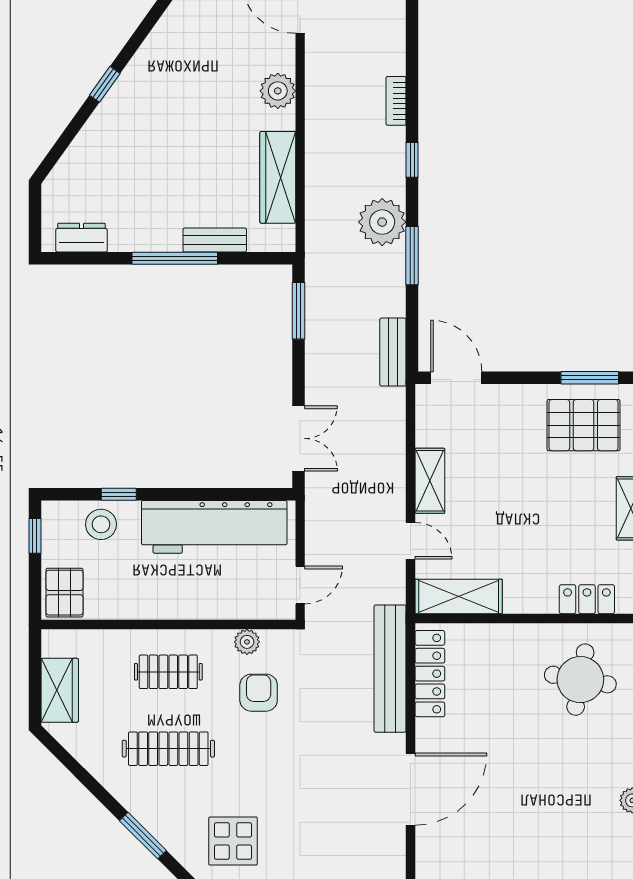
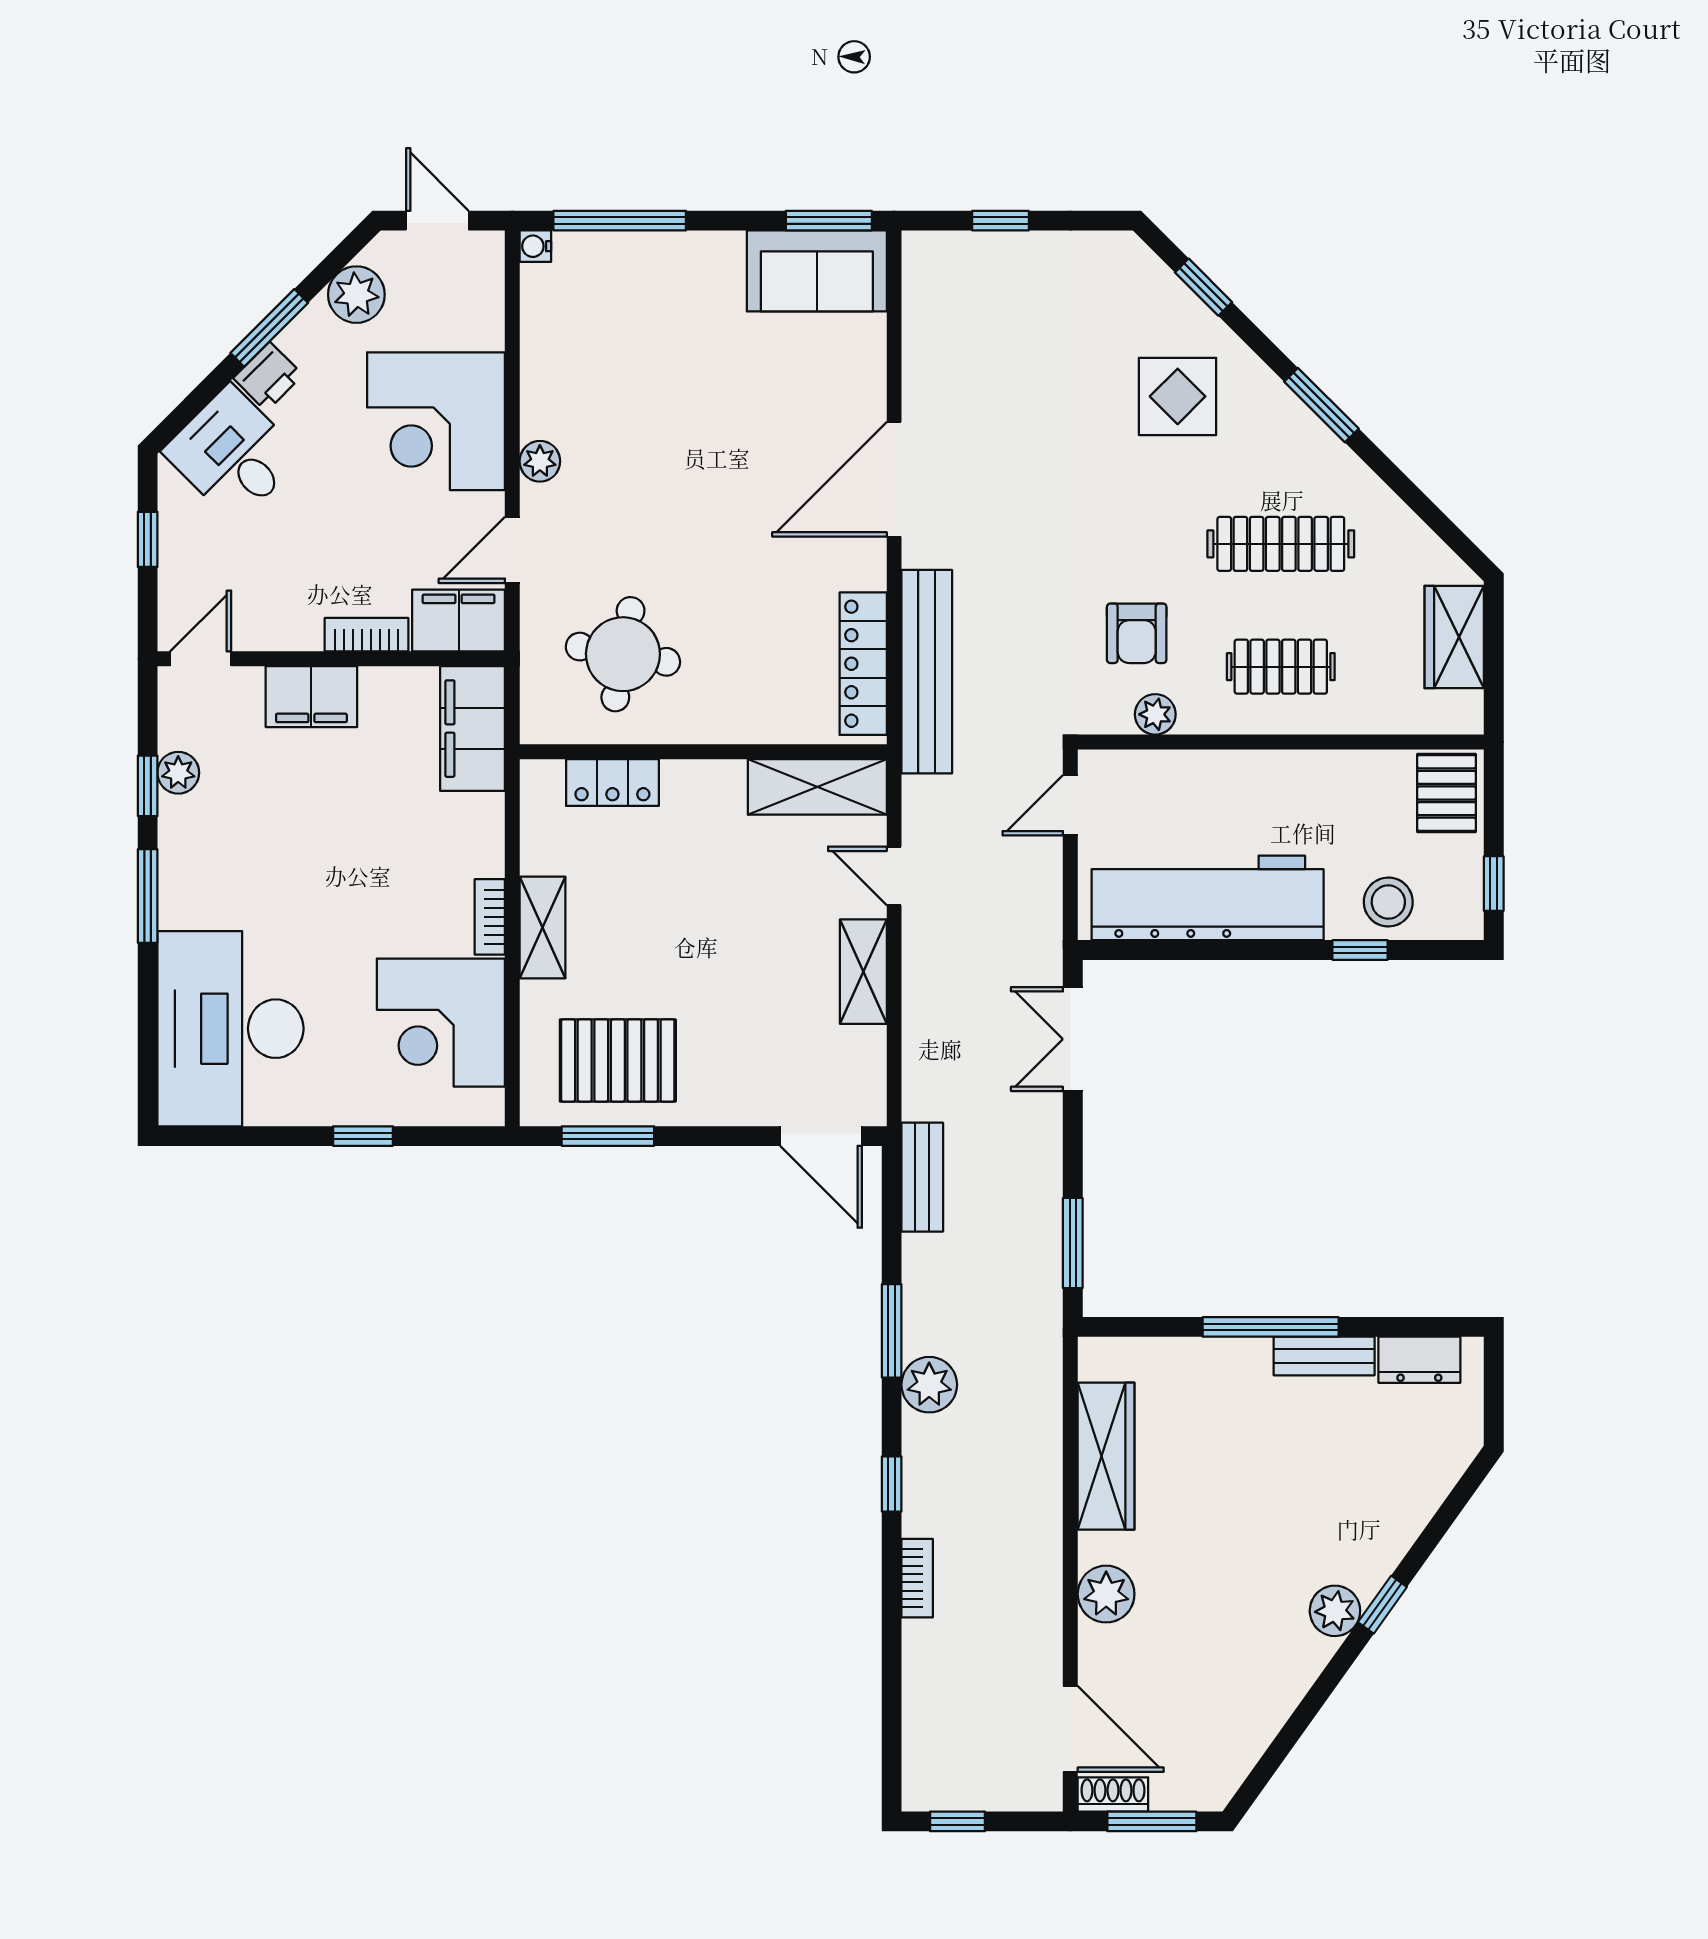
plant: (134, 80) -> (1335, 1611), added
plant: (382, 222) -> (929, 1385), width x0.73, depth x0.73
bench: (215, 240) -> (1324, 1356), moved

